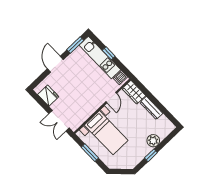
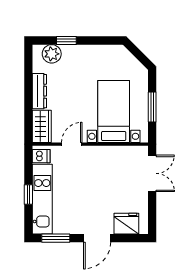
fridge: (48, 96) -> (126, 224), moved, turned 90
plant: (153, 141) -> (52, 54), moved
window: (151, 155) -> (66, 40), moved

